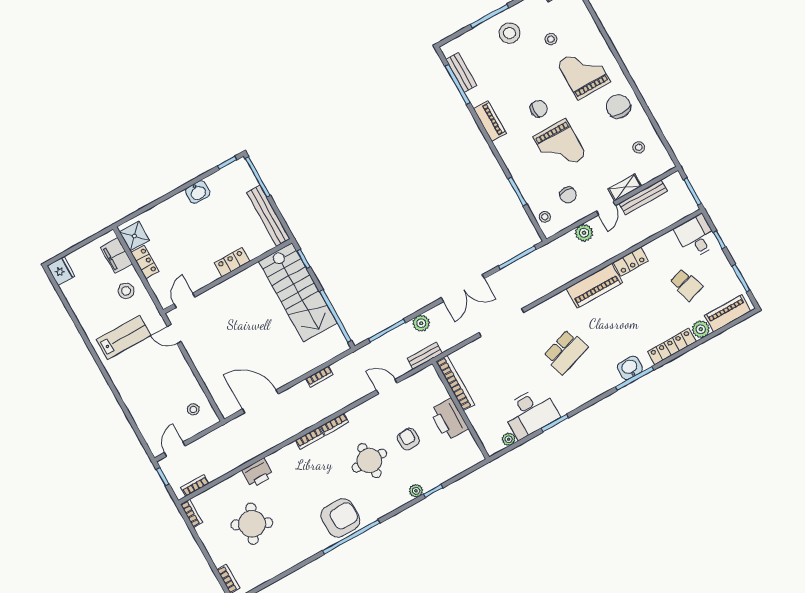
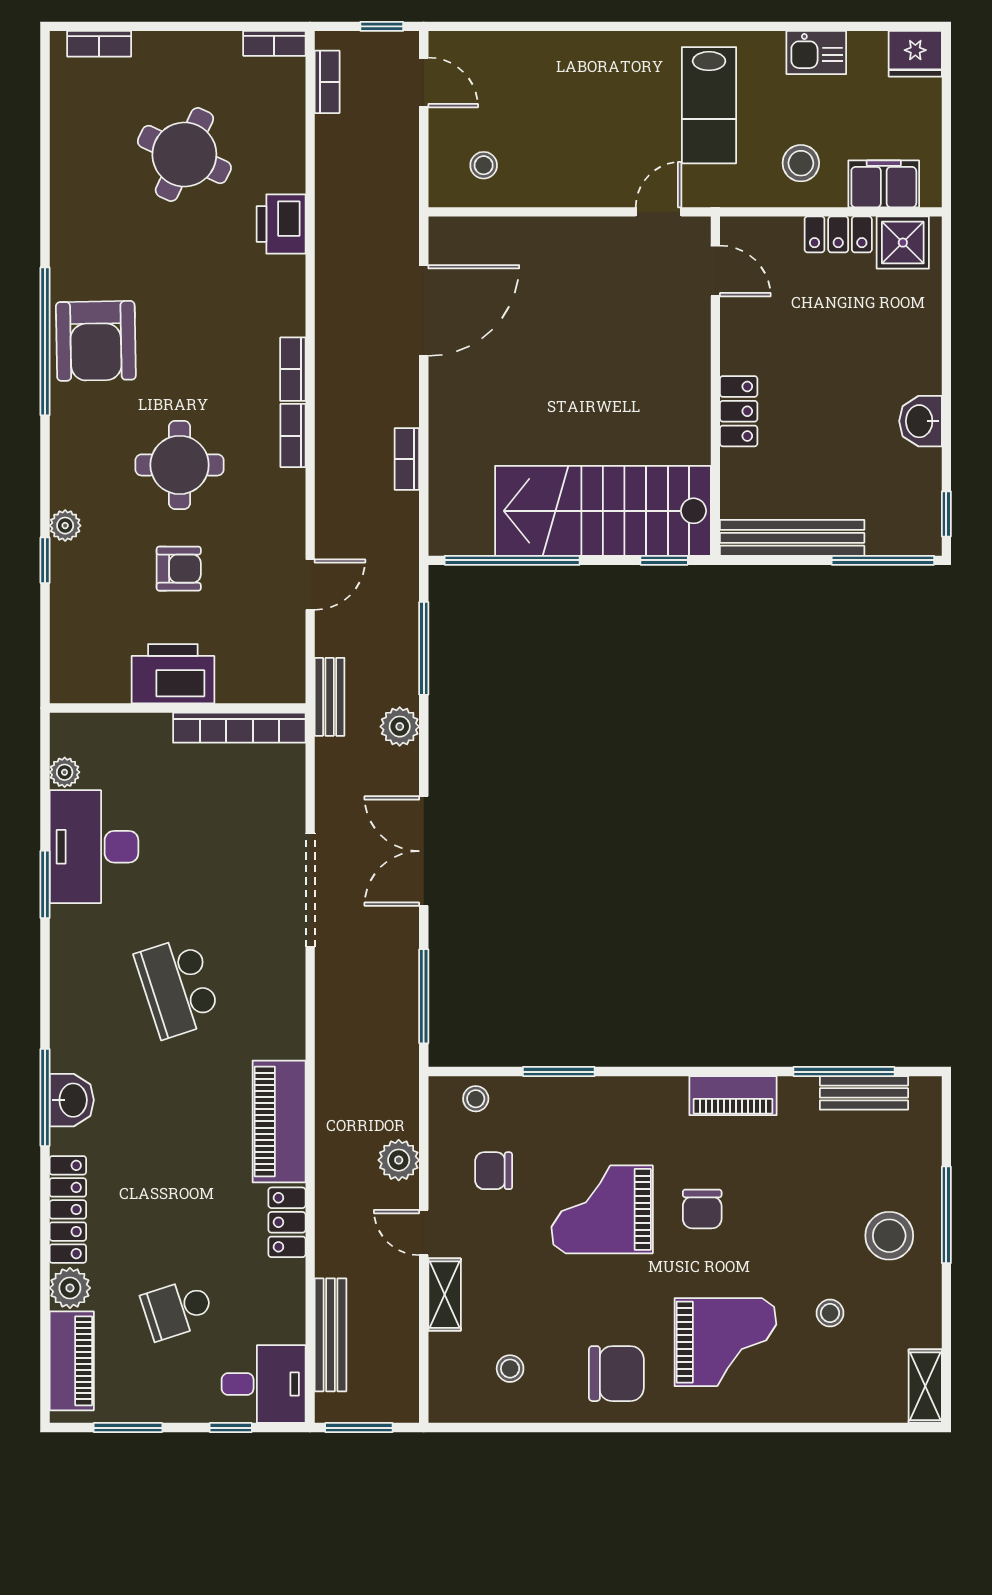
bench: (643, 197) -> (330, 1335), moved
kitchen sink: (81, 308) -> (816, 53), added

